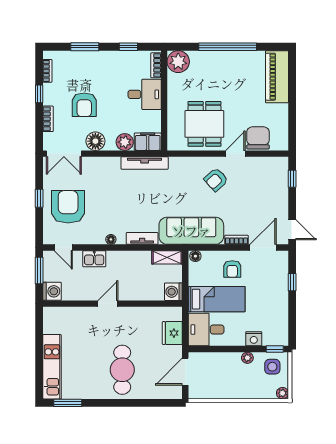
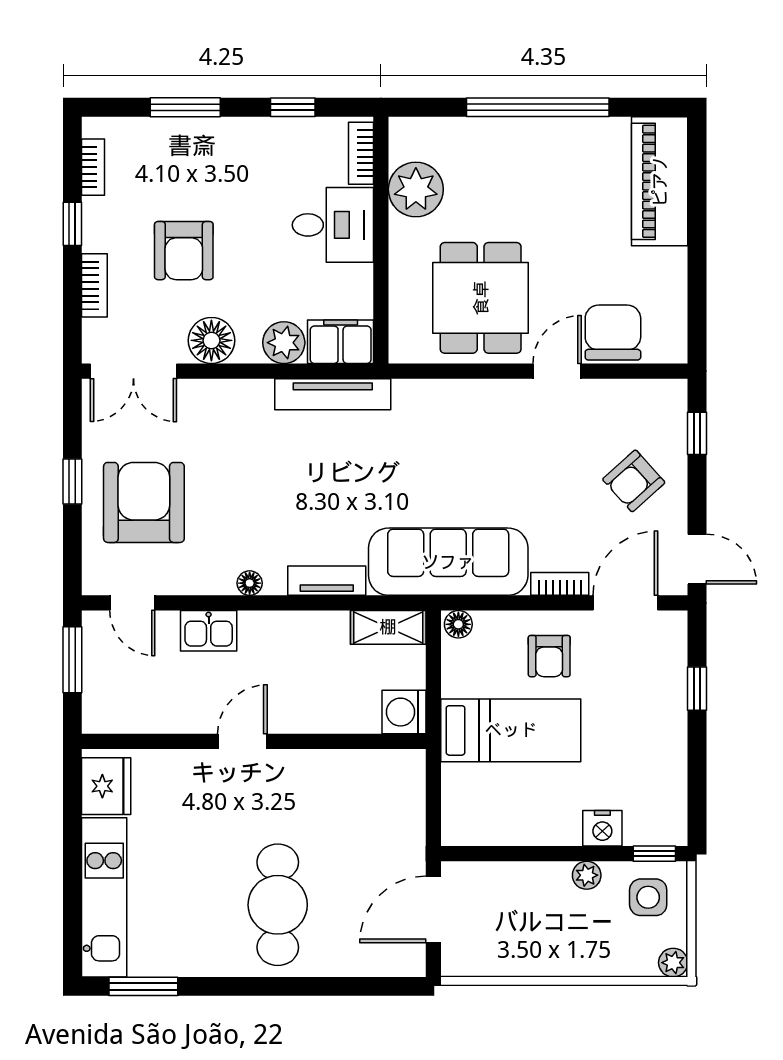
plant: (178, 62) -> (416, 189), moved
armchair: (216, 180) -> (634, 481), moved
washing machine: (52, 291) -> (104, 711), removed
desk: (206, 330) -> (485, 805), removed
fridge: (172, 333) -> (106, 786), moved, turned 180

